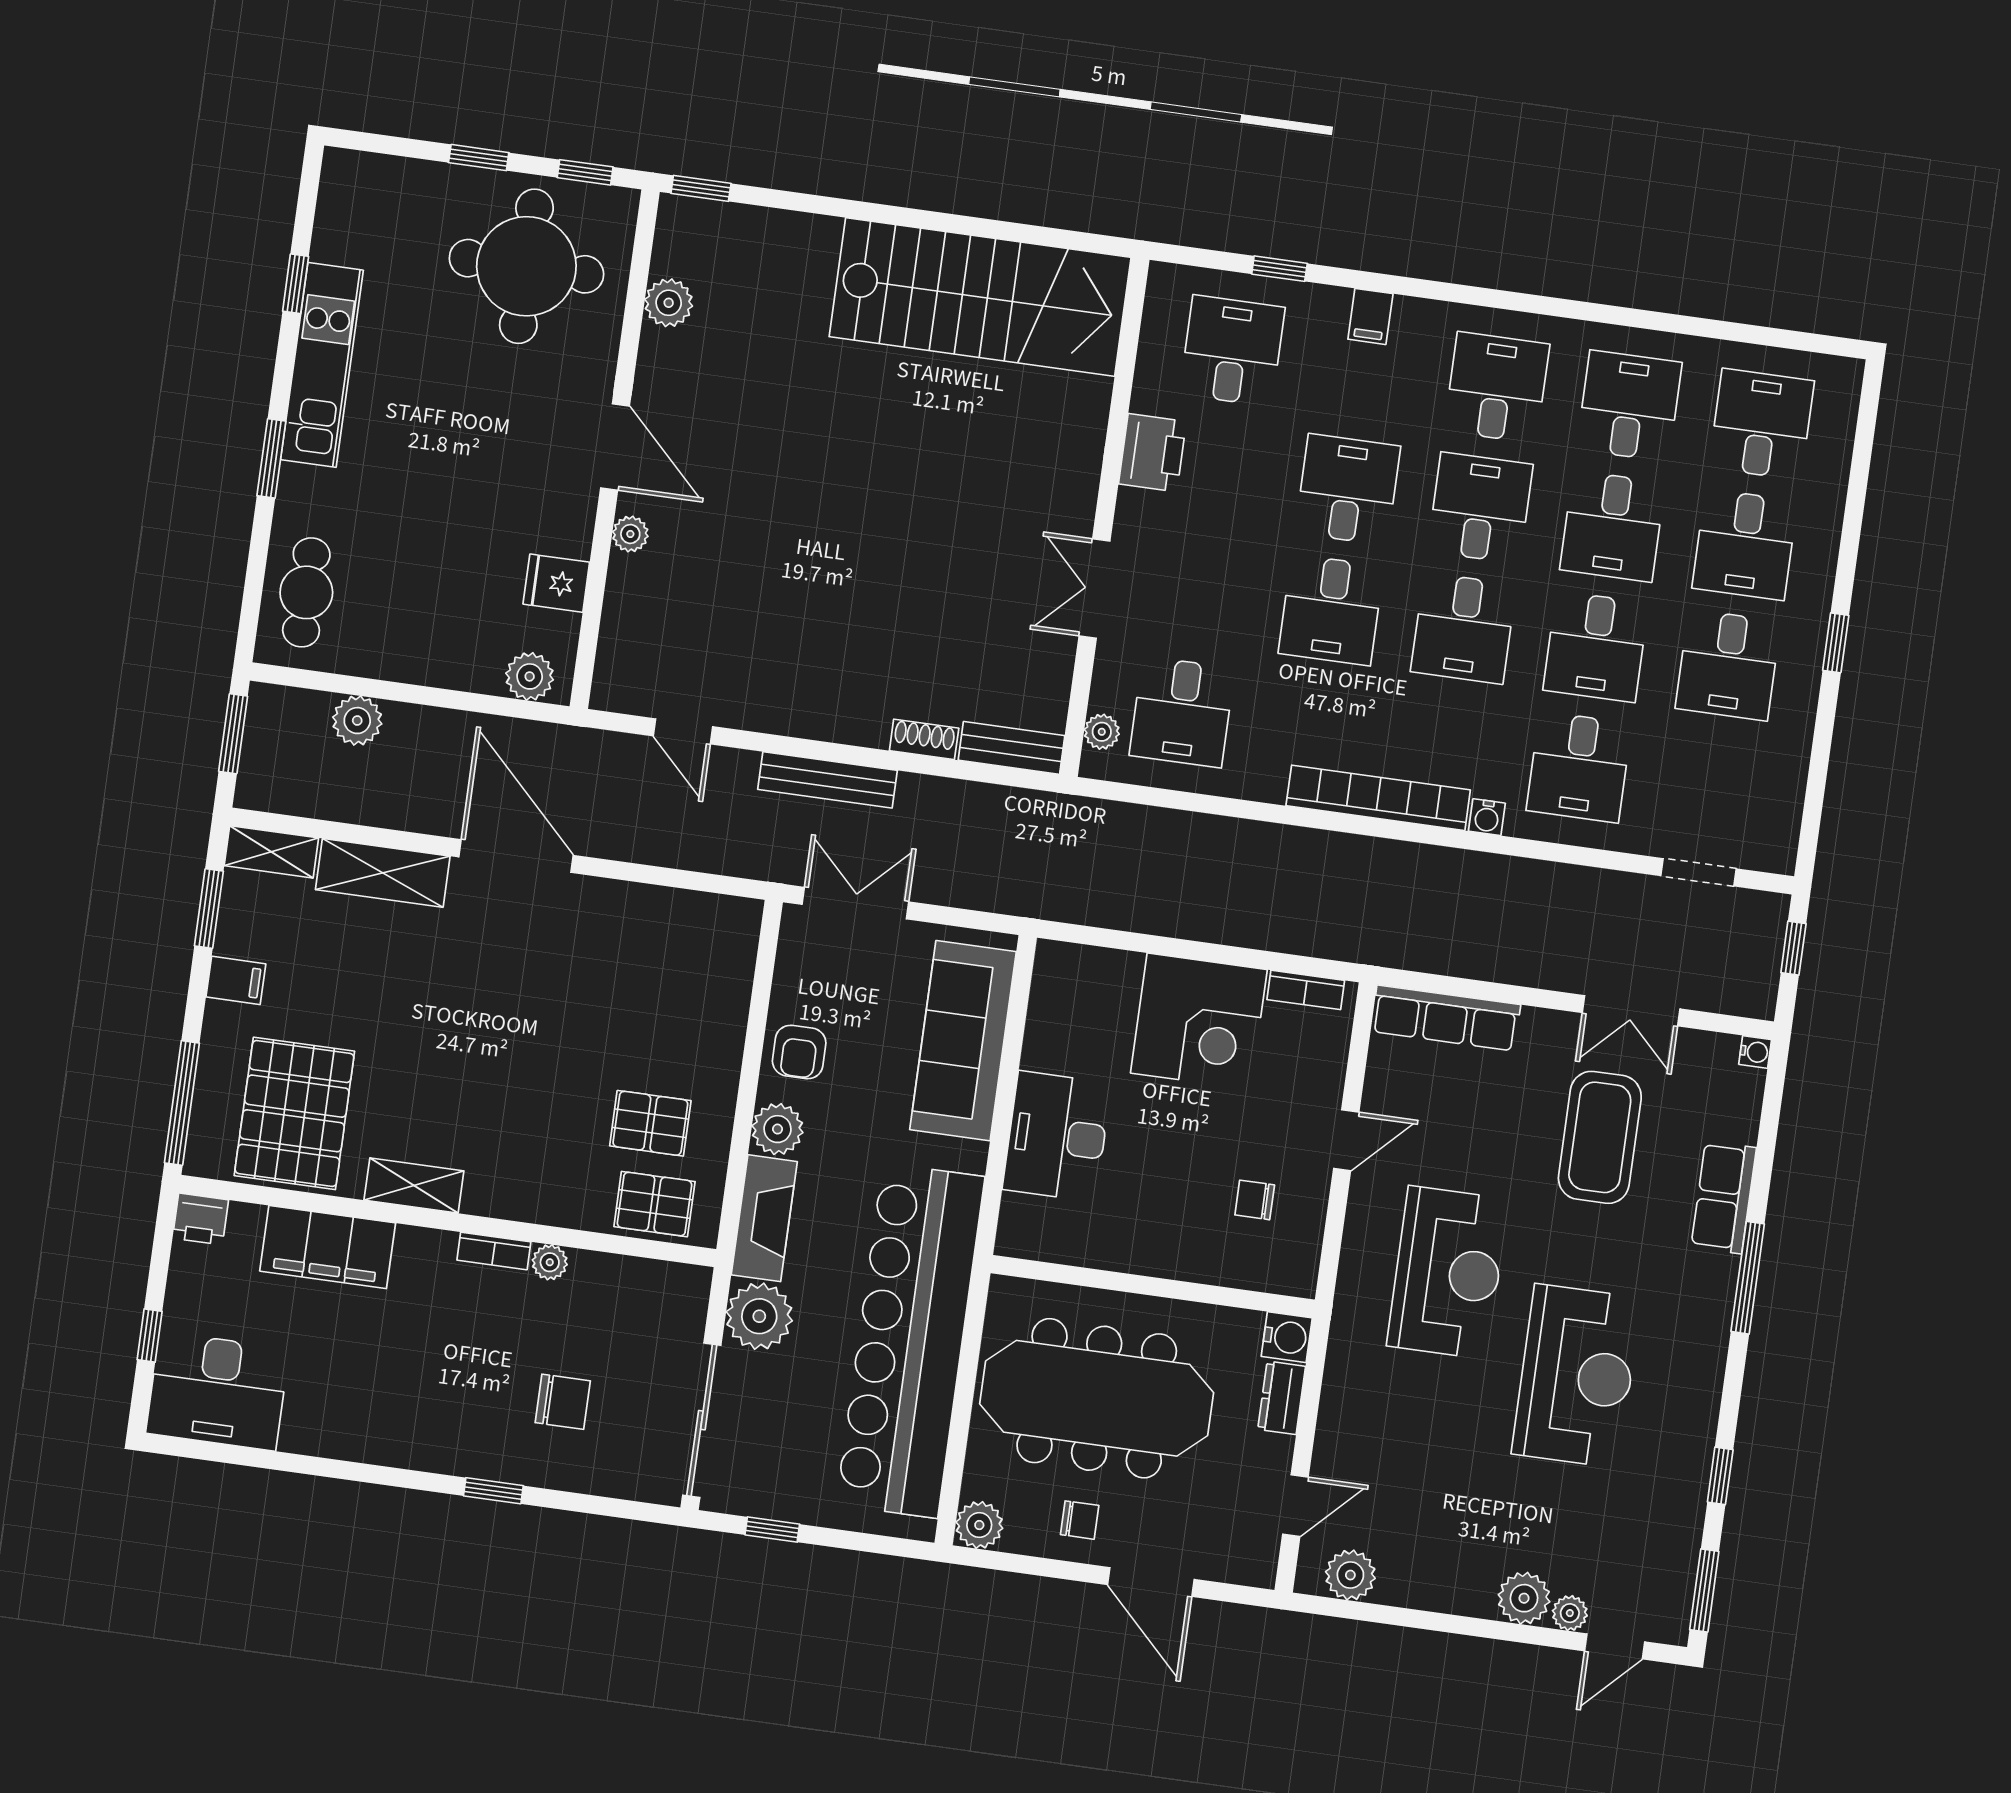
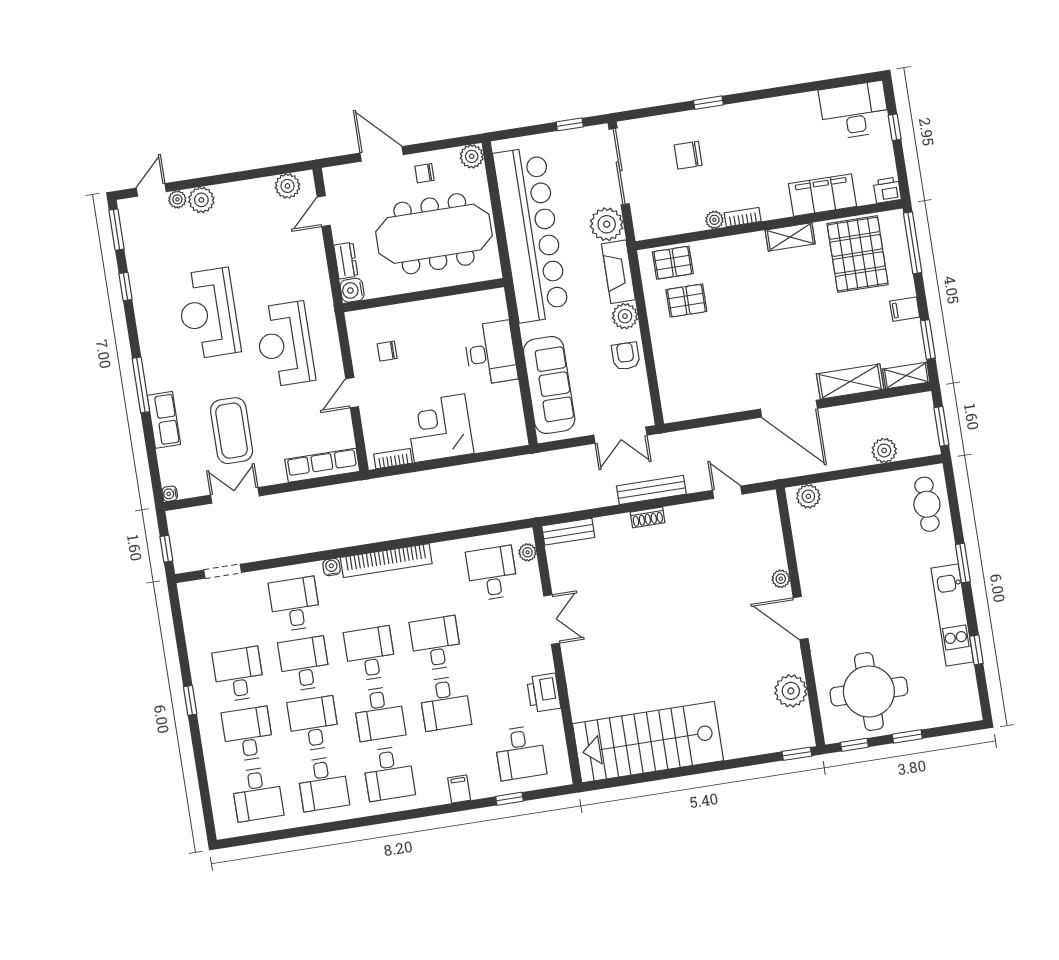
plant: (669, 303) -> (791, 691), width x1.36, depth x1.36
fridge: (556, 583) -> (809, 545), removed
shoe rack: (924, 739) -> (648, 517), moved
chair: (1255, 1200) -> (387, 351), turned 180

